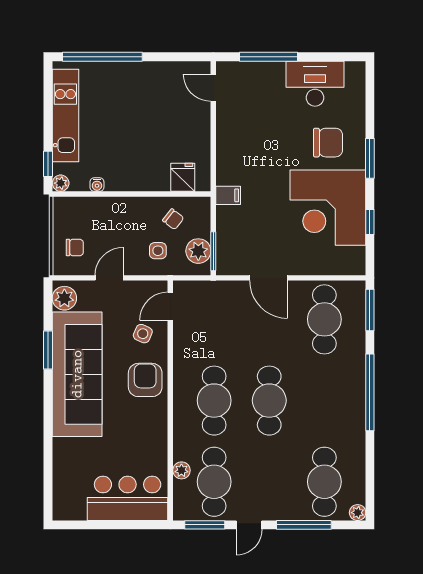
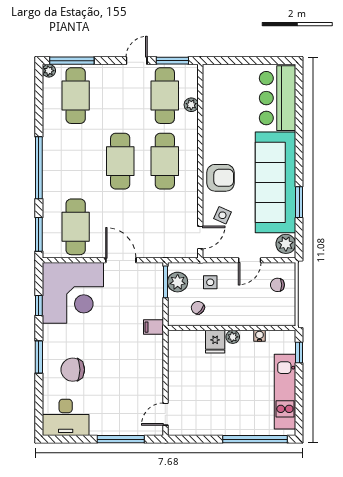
desk: (315, 84) -> (66, 417), moved
door: (213, 88) -> (165, 414), swing flipped
fridge: (183, 177) -> (215, 342), moved
plant: (61, 183) -> (233, 337), moved
corner desk: (328, 208) -> (73, 293), moved, turned 90
armchair: (145, 380) -> (220, 178), turned -90
bar counter: (128, 498) -> (278, 98), moved, turned 90
window: (304, 525) -> (72, 61), moved

